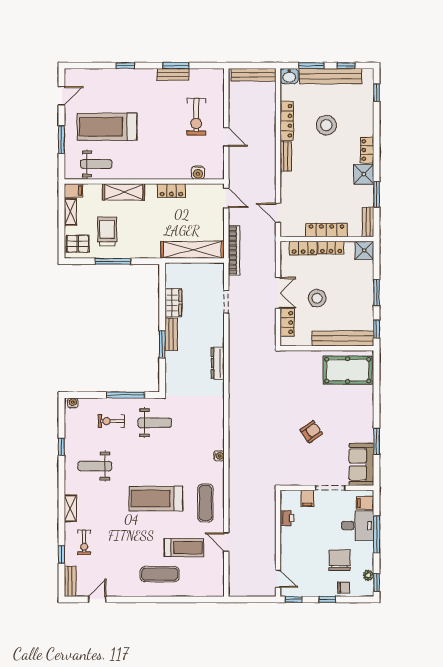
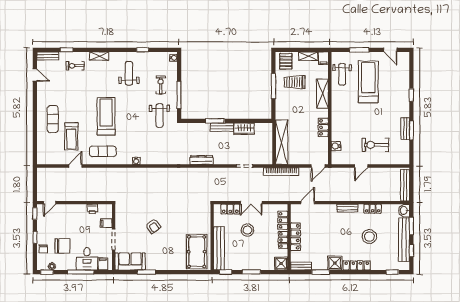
locker: (287, 121) -> (373, 209), width x0.66
locker: (367, 150) -> (357, 265), width x1.53
trolley: (107, 231) -> (295, 82), turned 180

